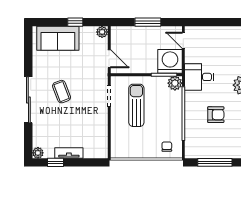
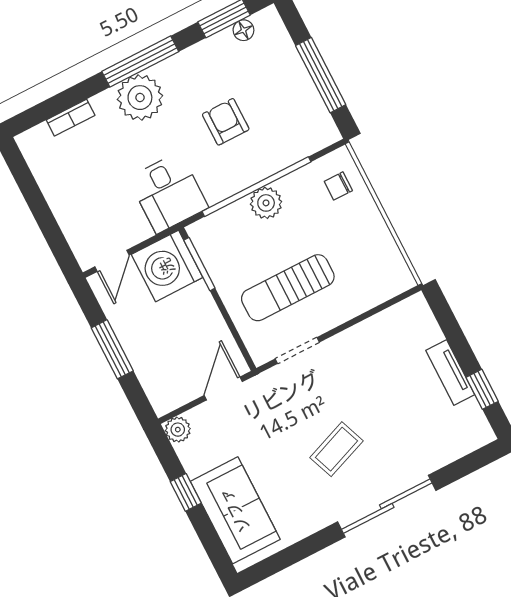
plant: (175, 83) -> (266, 203), moved
plant: (38, 153) -> (481, 434), removed

